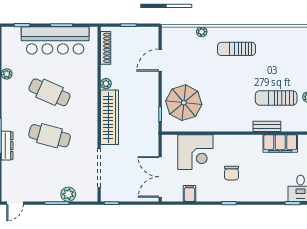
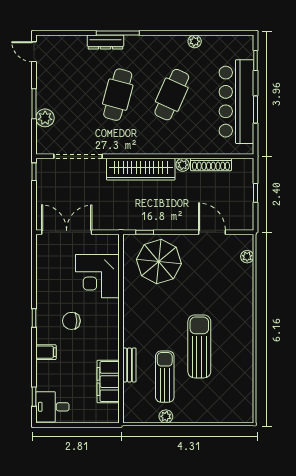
plant: (202, 32) -> (247, 257), moved
shoe rack: (106, 48) -> (211, 164), moved
sun lounger: (237, 49) -> (199, 346), moved, width x1.36, depth x1.34
filing cabinet: (190, 193) -> (46, 352), moved

